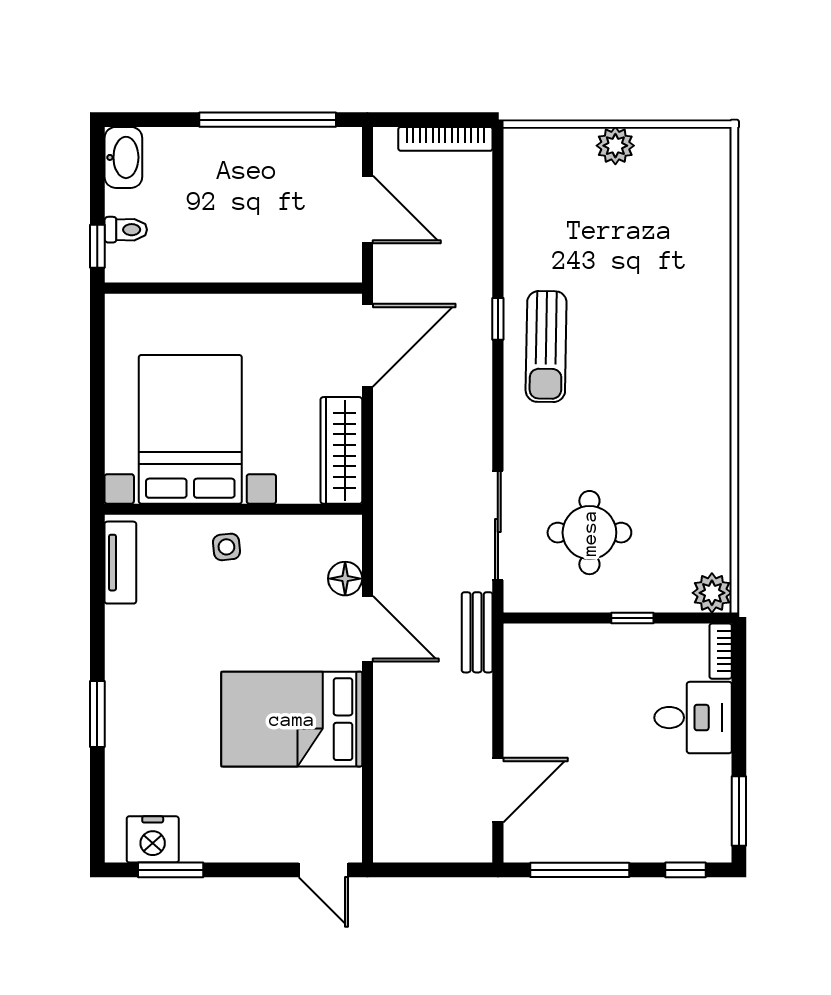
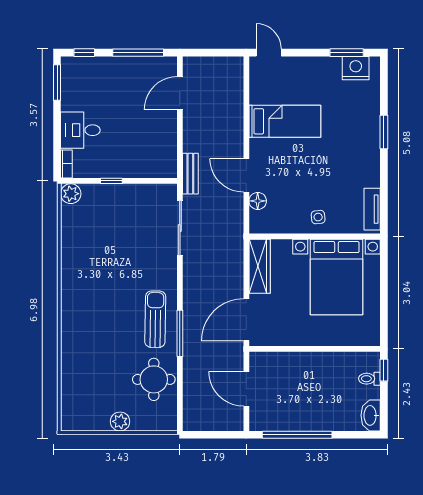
bookcase: (445, 139) -> (207, 425), removed
window: (498, 319) -> (180, 333), width x2.17
round table: (589, 533) -> (154, 379), moved
bed: (292, 719) -> (285, 121), width x0.67

